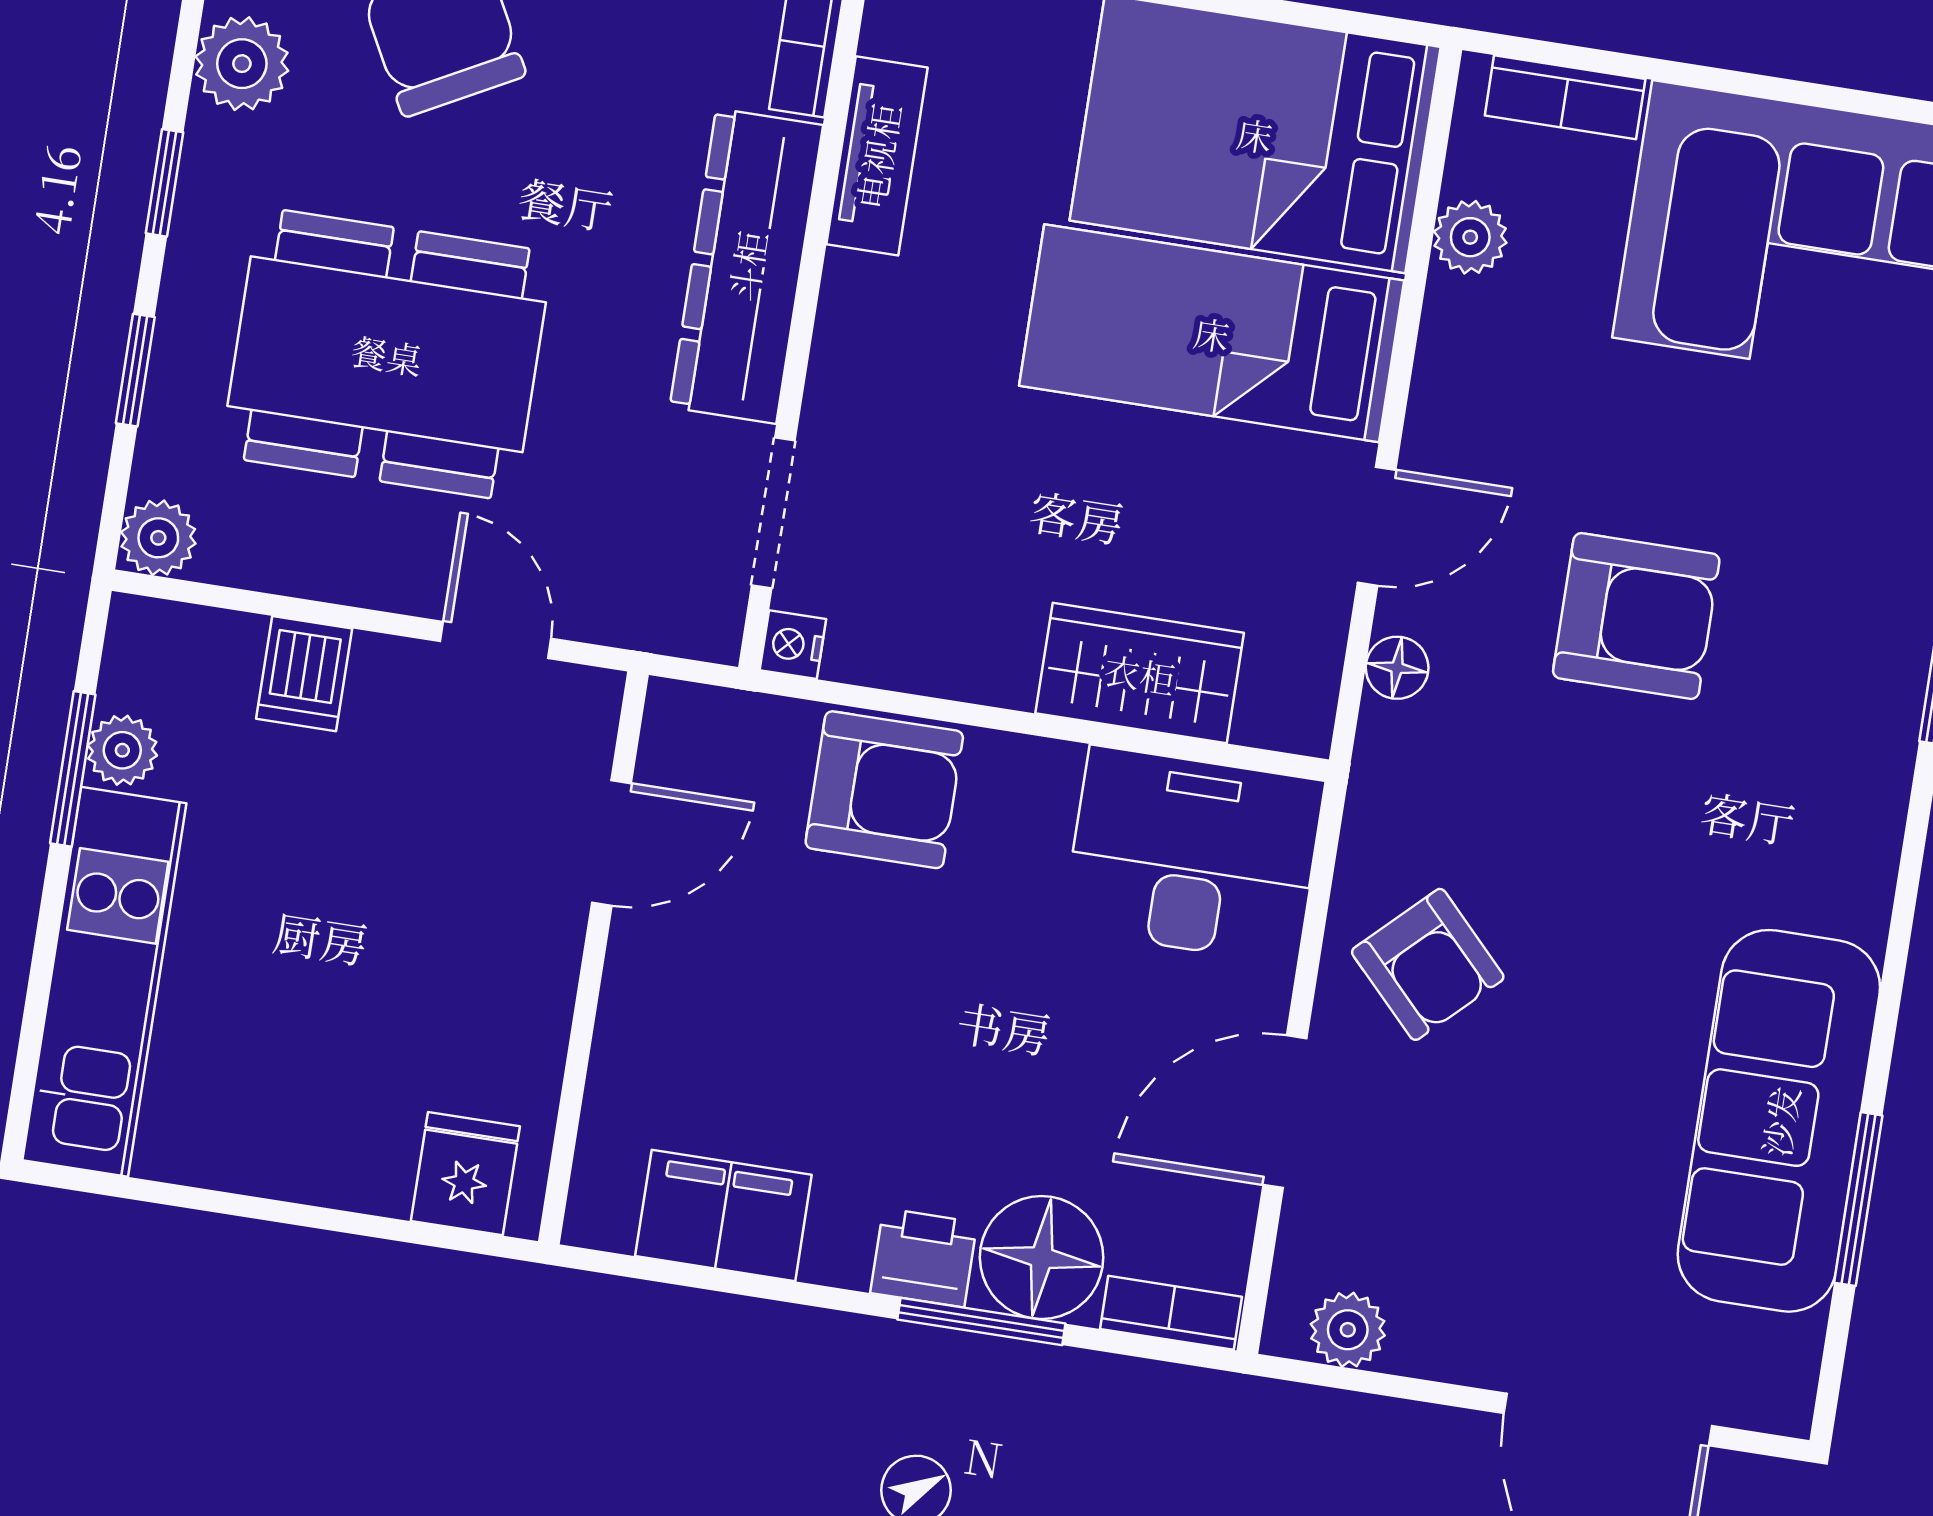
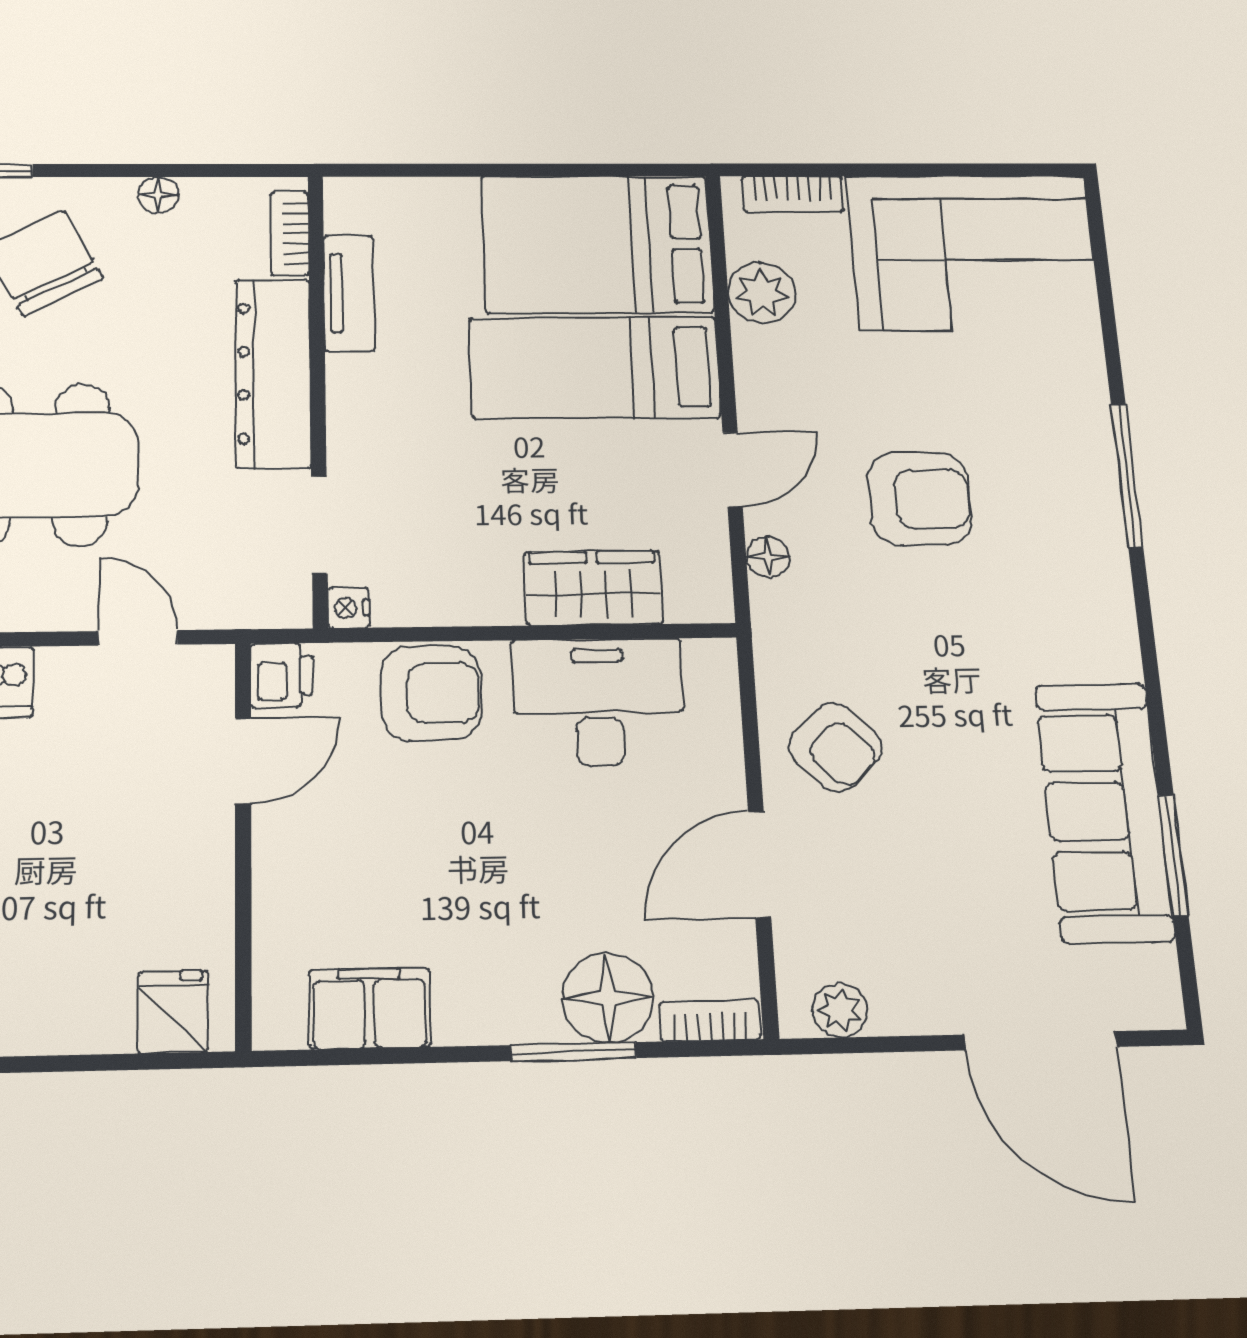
plant: (1470, 237) -> (762, 293), width x1.38, depth x1.38
desk: (1193, 855) -> (599, 702), moved
printer: (924, 1258) -> (282, 675), moved, turned 90

